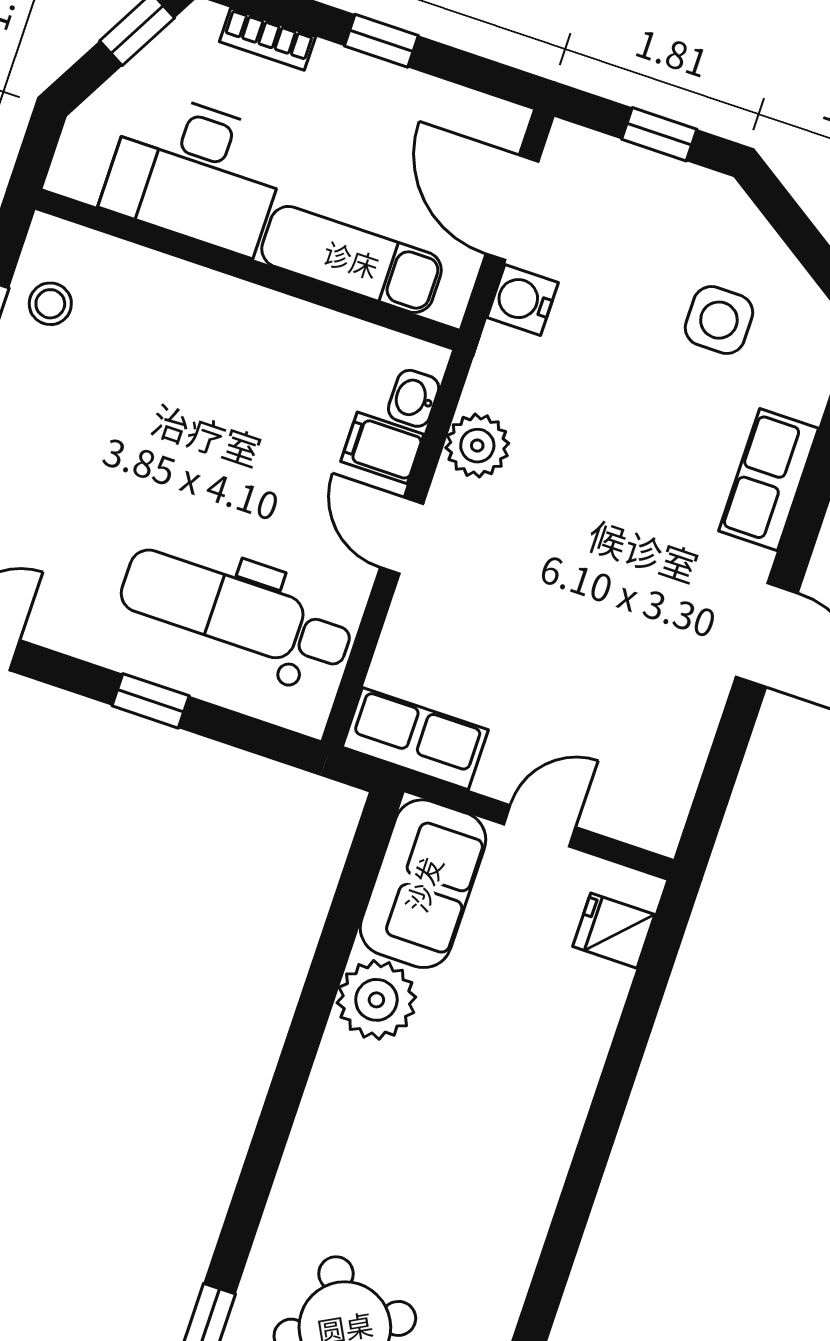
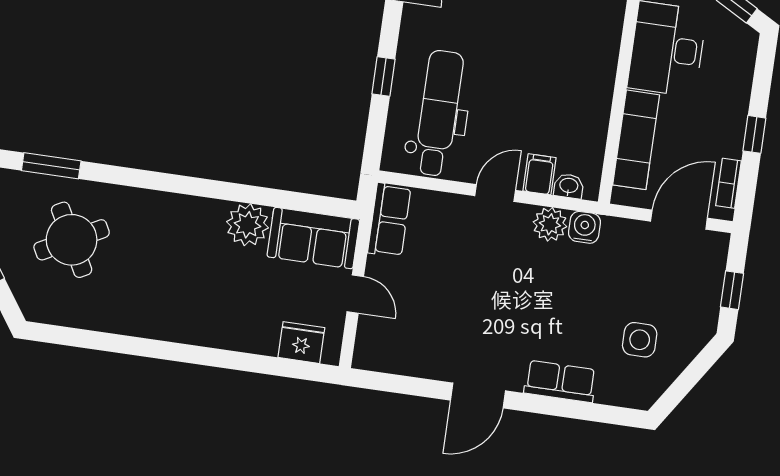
bookcase: (268, 39) -> (729, 183), moved
water cooler: (523, 300) -> (584, 227), moved
fridge: (614, 931) -> (301, 343), width x1.38

